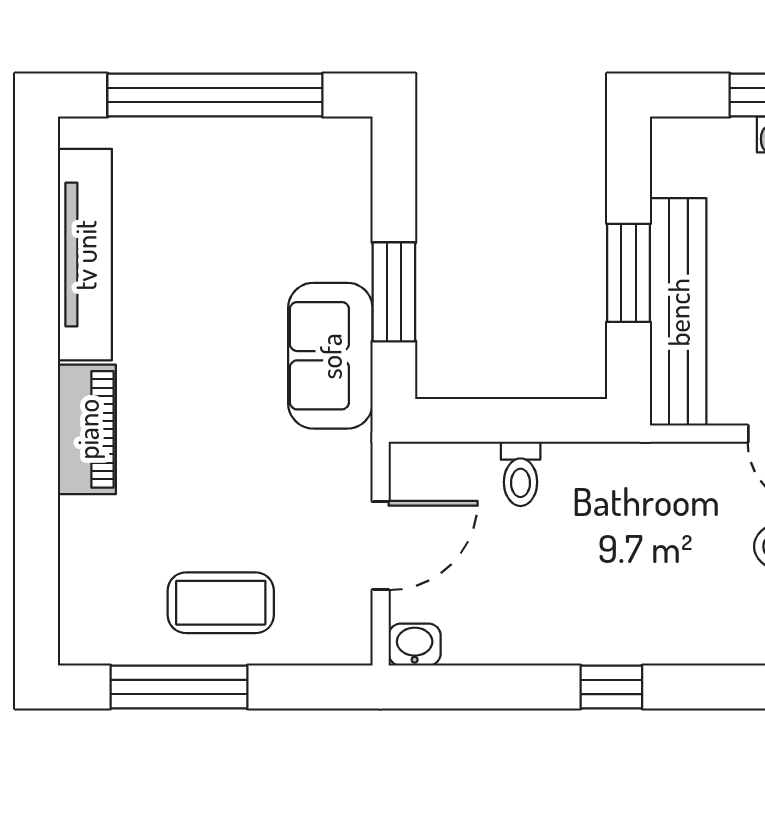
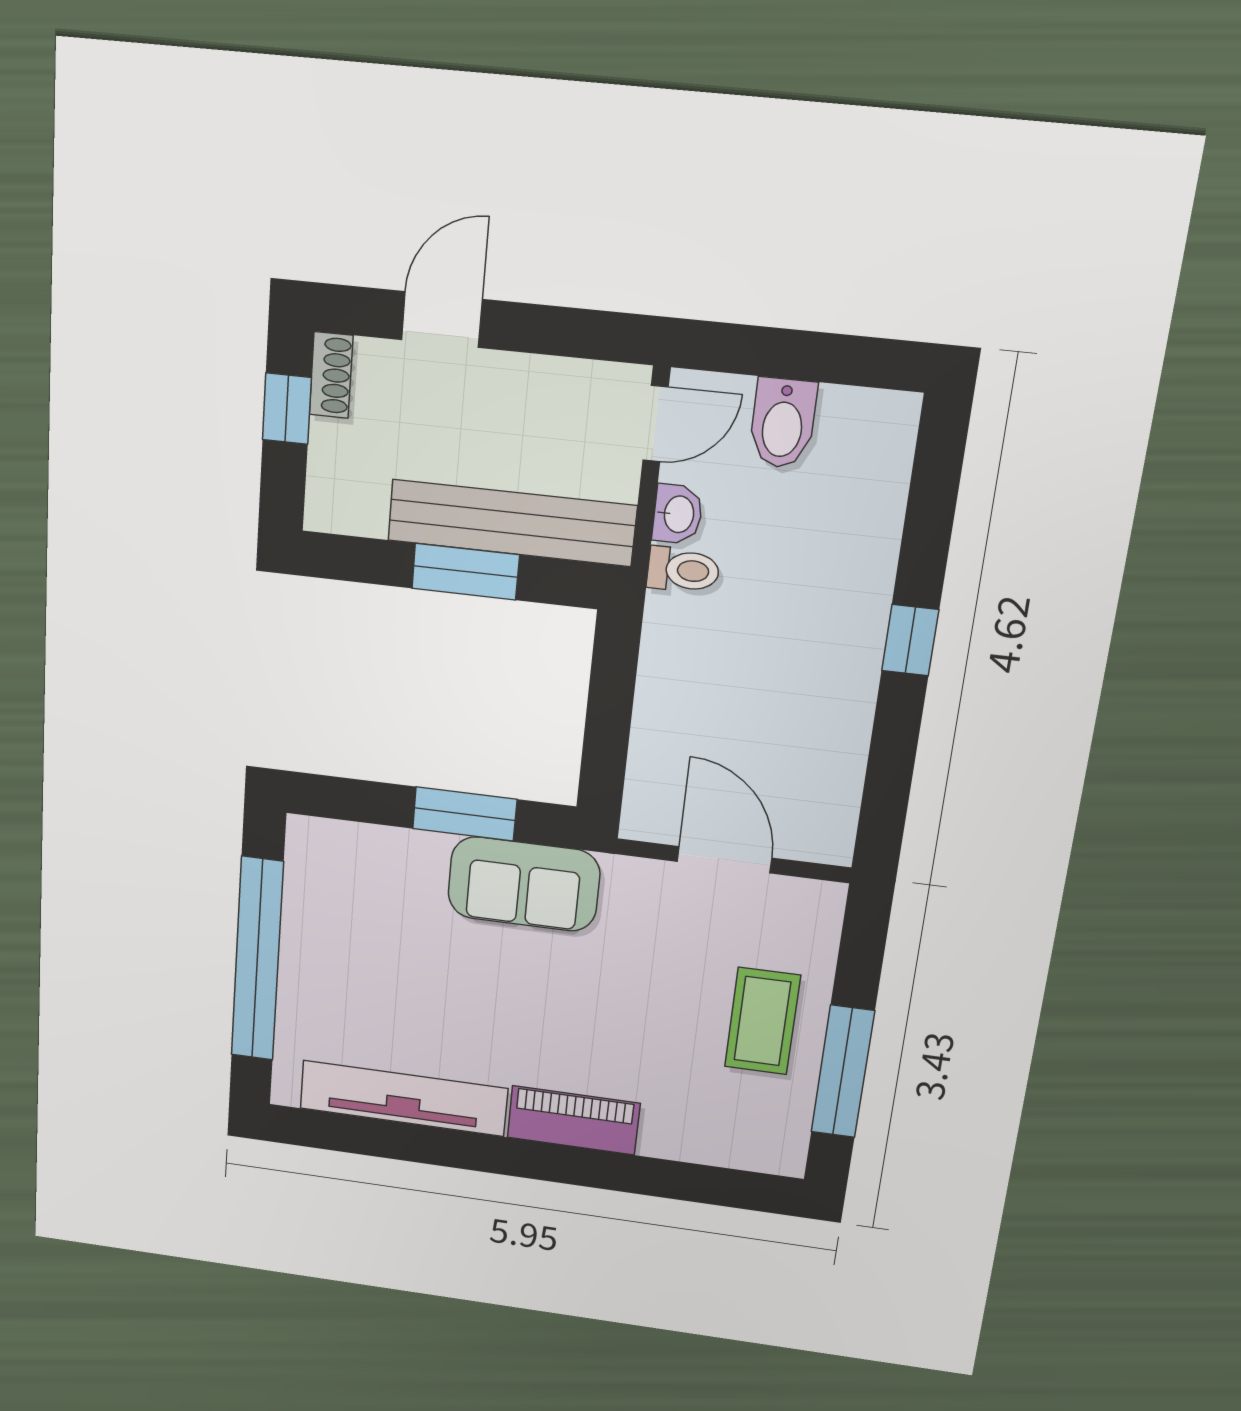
toilet: (521, 474) -> (683, 570), moved
washbasin: (415, 645) -> (678, 514), moved, turned 180

